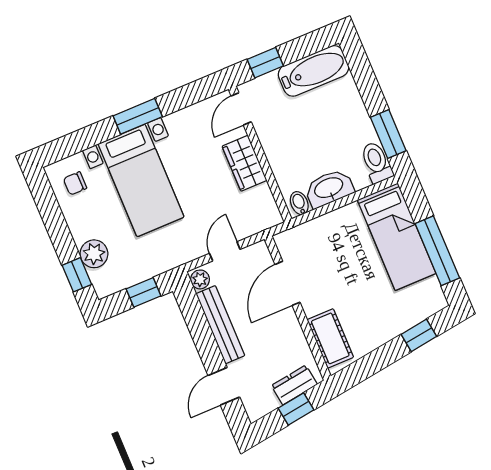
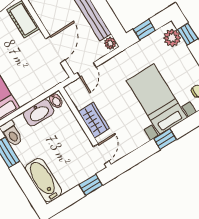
bathtub: (313, 71) -> (43, 180), moved, turned 90
window: (138, 116) -> (165, 139), width x0.67
door: (225, 251) -> (87, 70), moved
plant: (94, 254) -> (172, 38), moved

